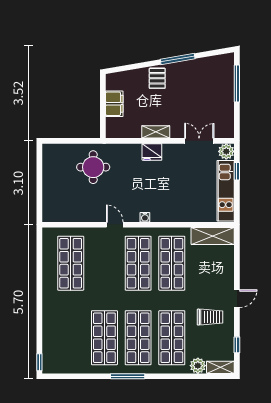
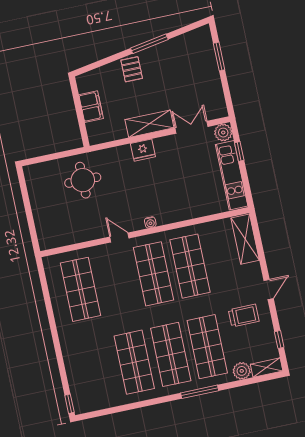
window: (237, 83) -> (219, 57), width x0.69
shelving: (156, 132) -> (149, 124), width x1.50, depth x1.33
shelving: (213, 236) -> (245, 239), moved, turned 90
window: (128, 376) -> (200, 392), moved

